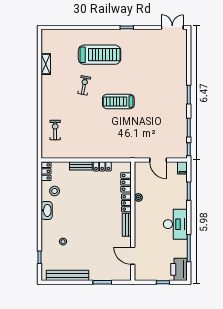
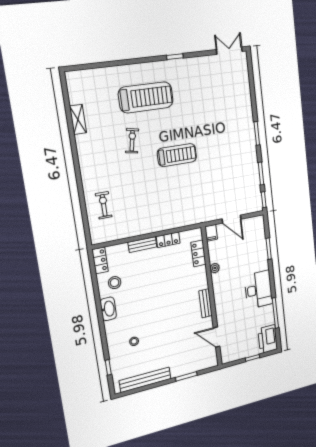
treadmill: (118, 102) -> (177, 155), turned 180
filing cabinet: (182, 168) -> (211, 233), moved
locker: (126, 203) -> (202, 278), removed

